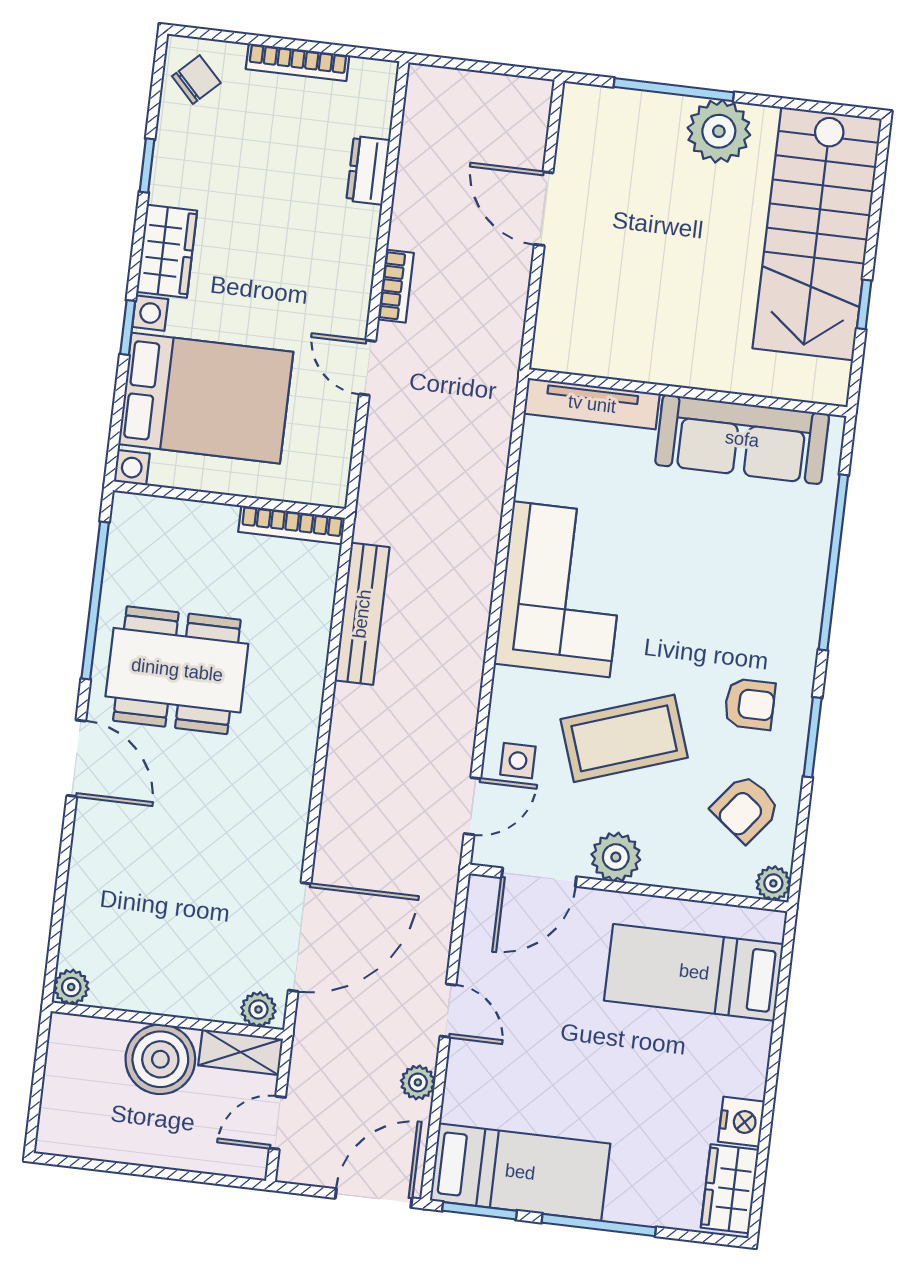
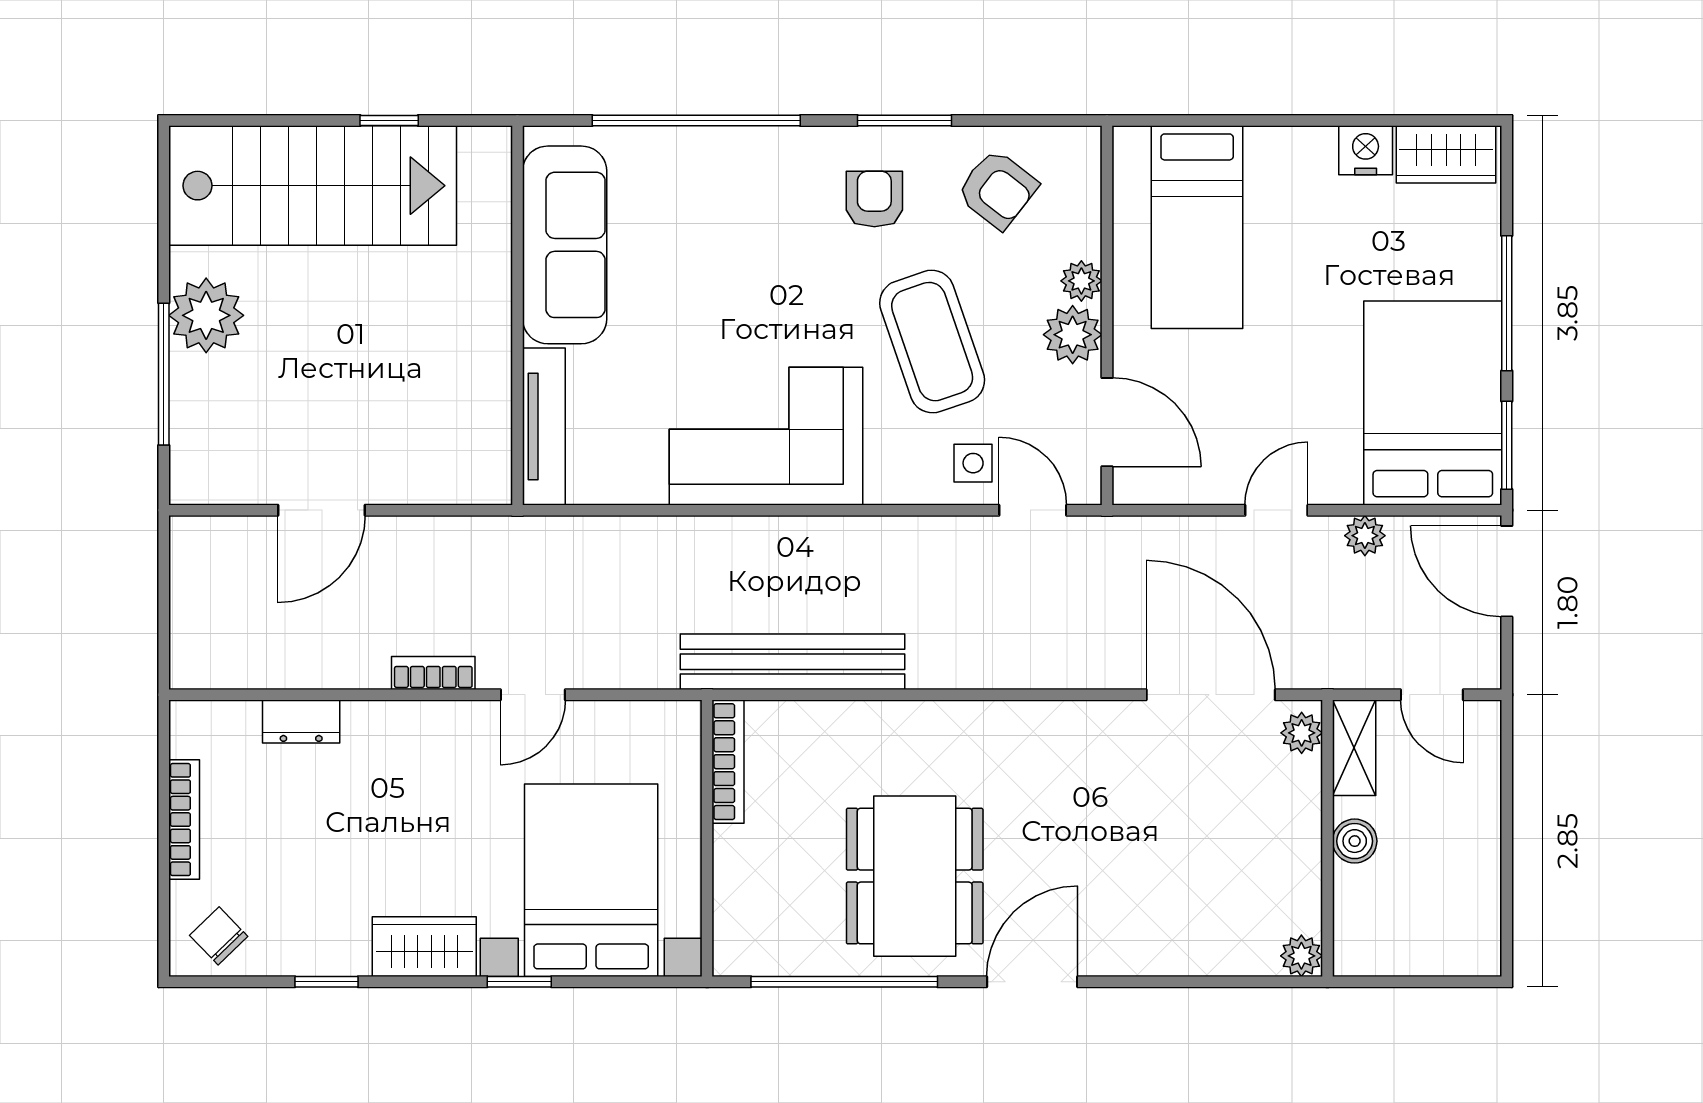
bench: (362, 614) -> (792, 662), width x1.37, depth x1.21
plant: (773, 883) -> (1081, 281), moved
boiler: (160, 1059) -> (1355, 841), width x0.54, depth x0.54
bed: (520, 1172) -> (1433, 403), width x1.50

